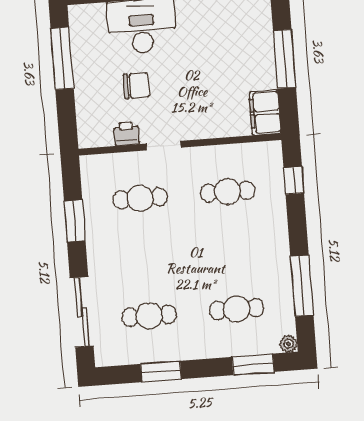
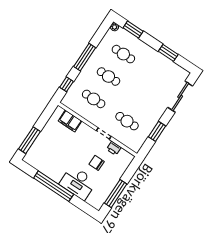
window: (284, 59) -> (29, 140), moved
filing cabinet: (265, 113) -> (70, 121), moved, turned 90
window: (302, 286) -> (85, 57), moved
cafe table: (149, 316) -> (108, 77), moved

